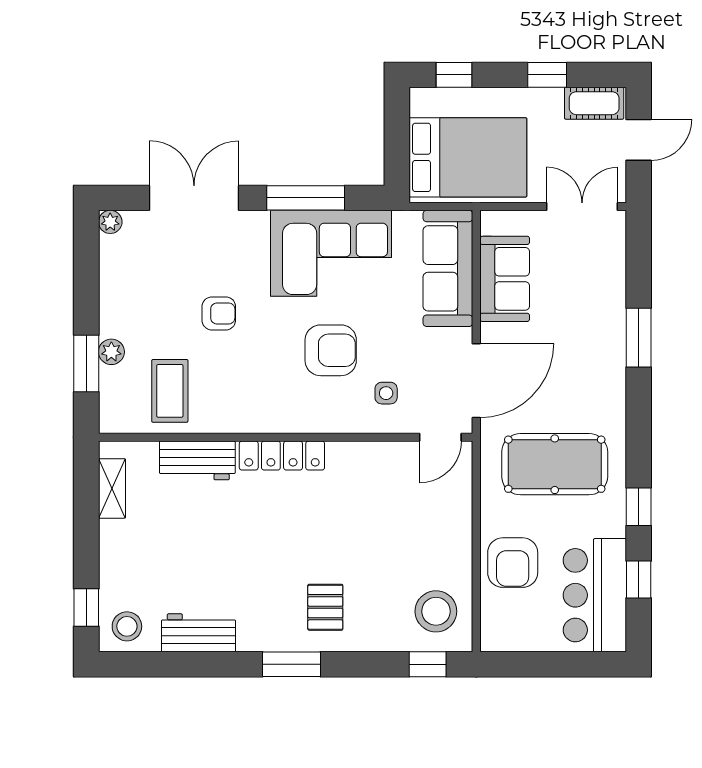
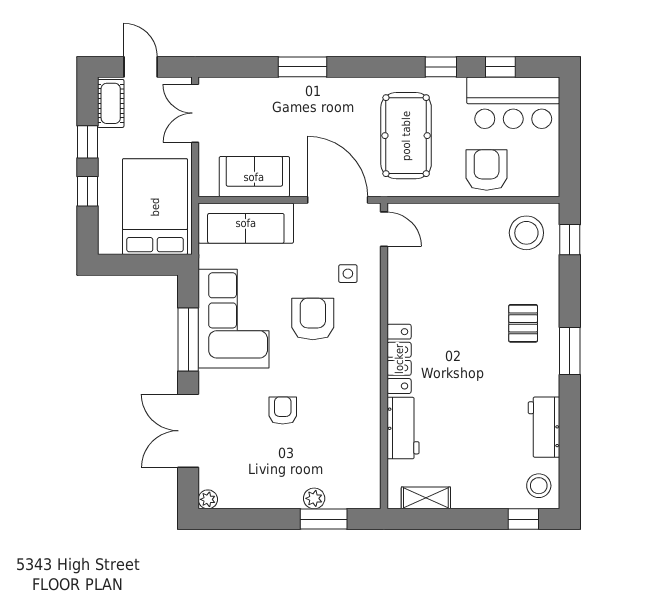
window: (454, 75) -> (87, 191), moved
coffee table: (170, 391) -> (346, 451), removed
armchair: (513, 563) -> (487, 170), turned -90
pallet: (325, 607) -> (523, 323), turned 90

